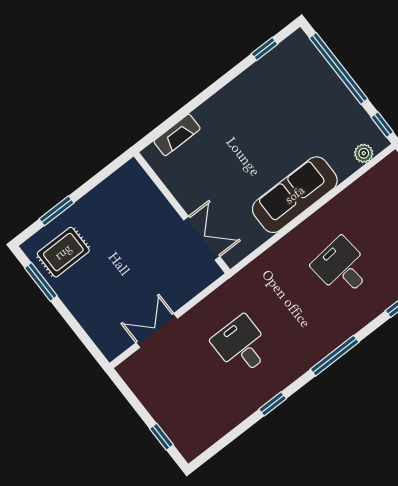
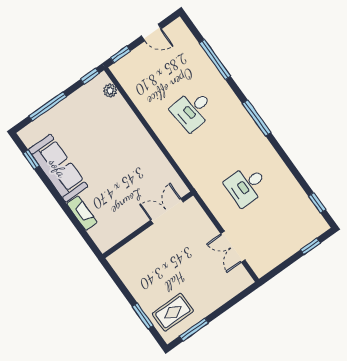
window: (338, 68) -> (48, 106), width x0.68
fireplace: (177, 135) -> (82, 213), moved
sofa: (295, 195) -> (58, 168), moved, turned 180
rug: (63, 252) -> (173, 312), turned 90
window: (273, 404) -> (317, 203), moved

